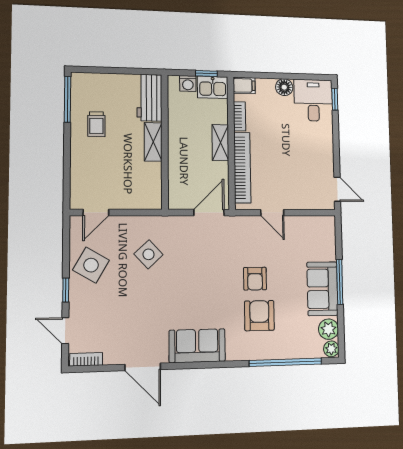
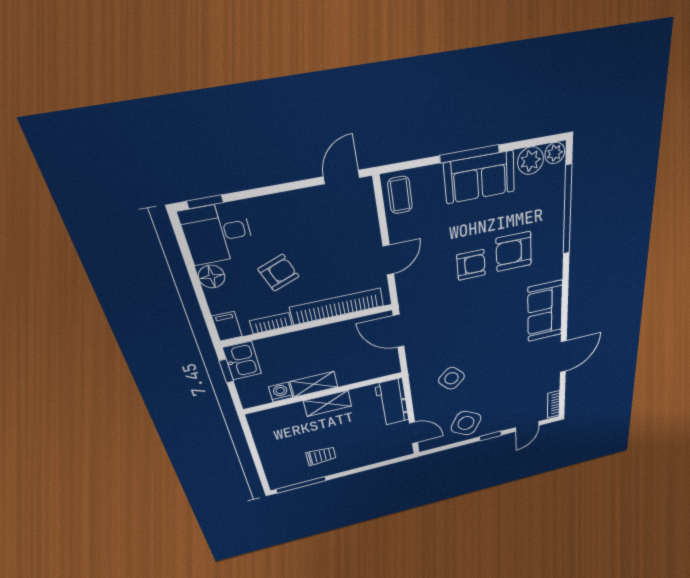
washing machine: (188, 84) -> (281, 392), moved, turned -90
workbench: (149, 98) -> (392, 402), moved, turned 90
armchair: (278, 132) -> (279, 273), added
shelving: (220, 143) -> (314, 384), moved
coffee table: (319, 228) -> (400, 195), added

